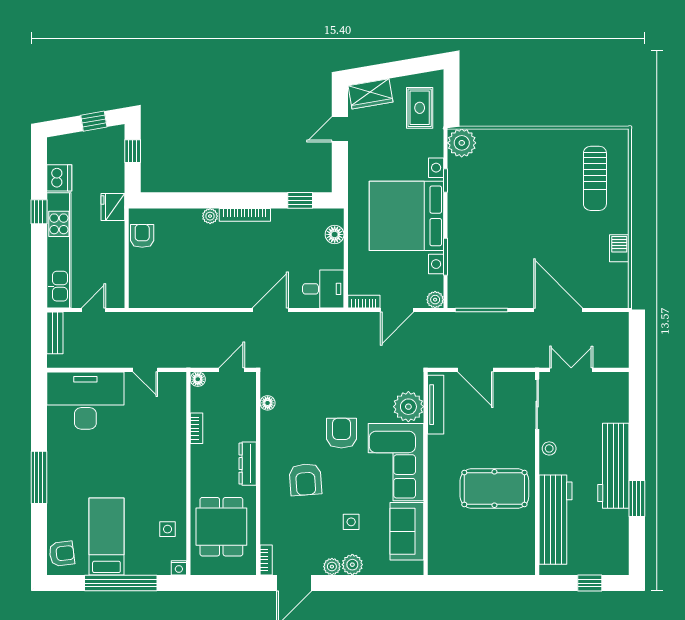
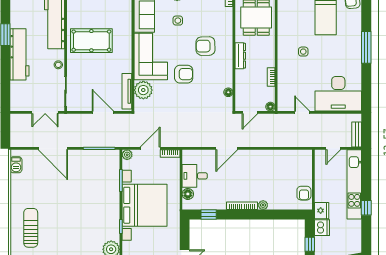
dishwasher: (59, 178) -> (322, 228), moved, turned 180
barbecue: (619, 248) -> (16, 165), moved
desk: (323, 289) -> (195, 176), moved
armchair: (341, 433) -> (184, 74), turned -90
armchair: (305, 480) -> (205, 46), turned -87
side table: (168, 529) -> (303, 52), moved

